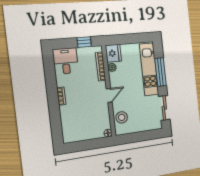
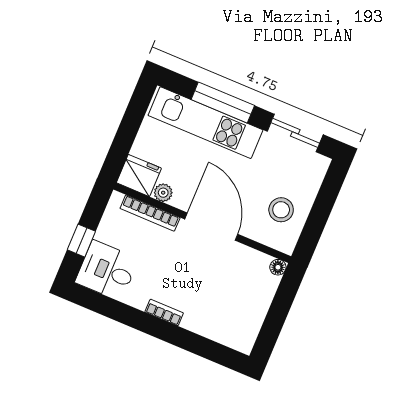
window: (84, 42) -> (81, 241), moved
door: (109, 95) -> (211, 227), width x1.87
stool: (122, 117) -> (281, 210), moved

